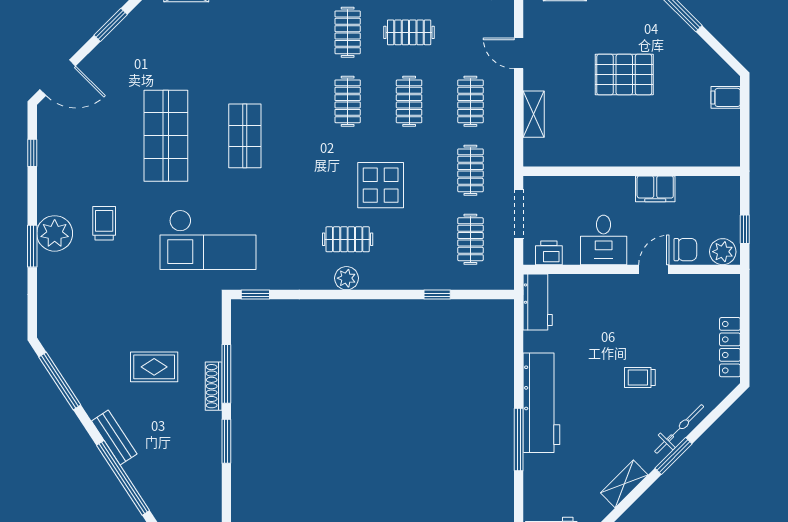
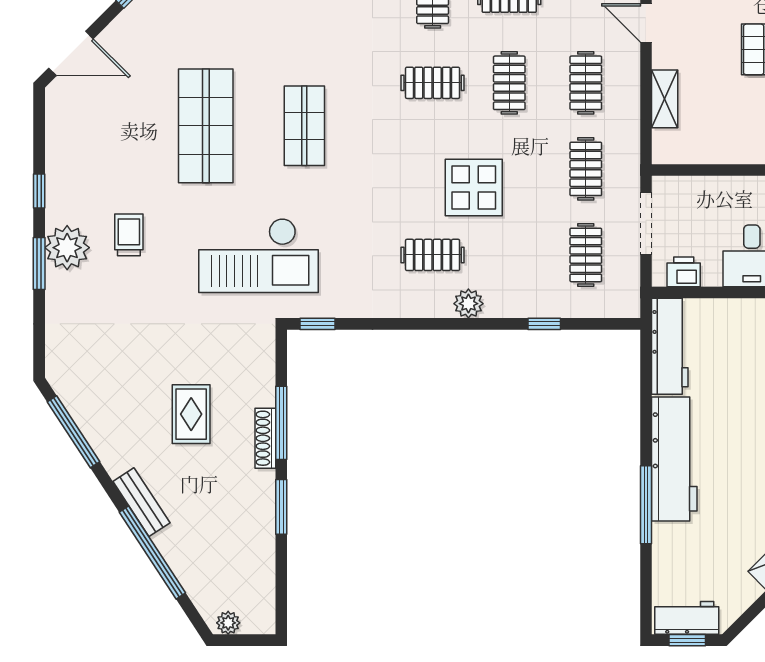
clothes rail: (348, 101) -> (433, 83), turned 90
window: (32, 153) -> (39, 191), moved
plant: (347, 278) -> (468, 304), moved
workbench: (538, 302) -> (670, 346), width x1.38
rug: (154, 367) -> (191, 414), turned 90

